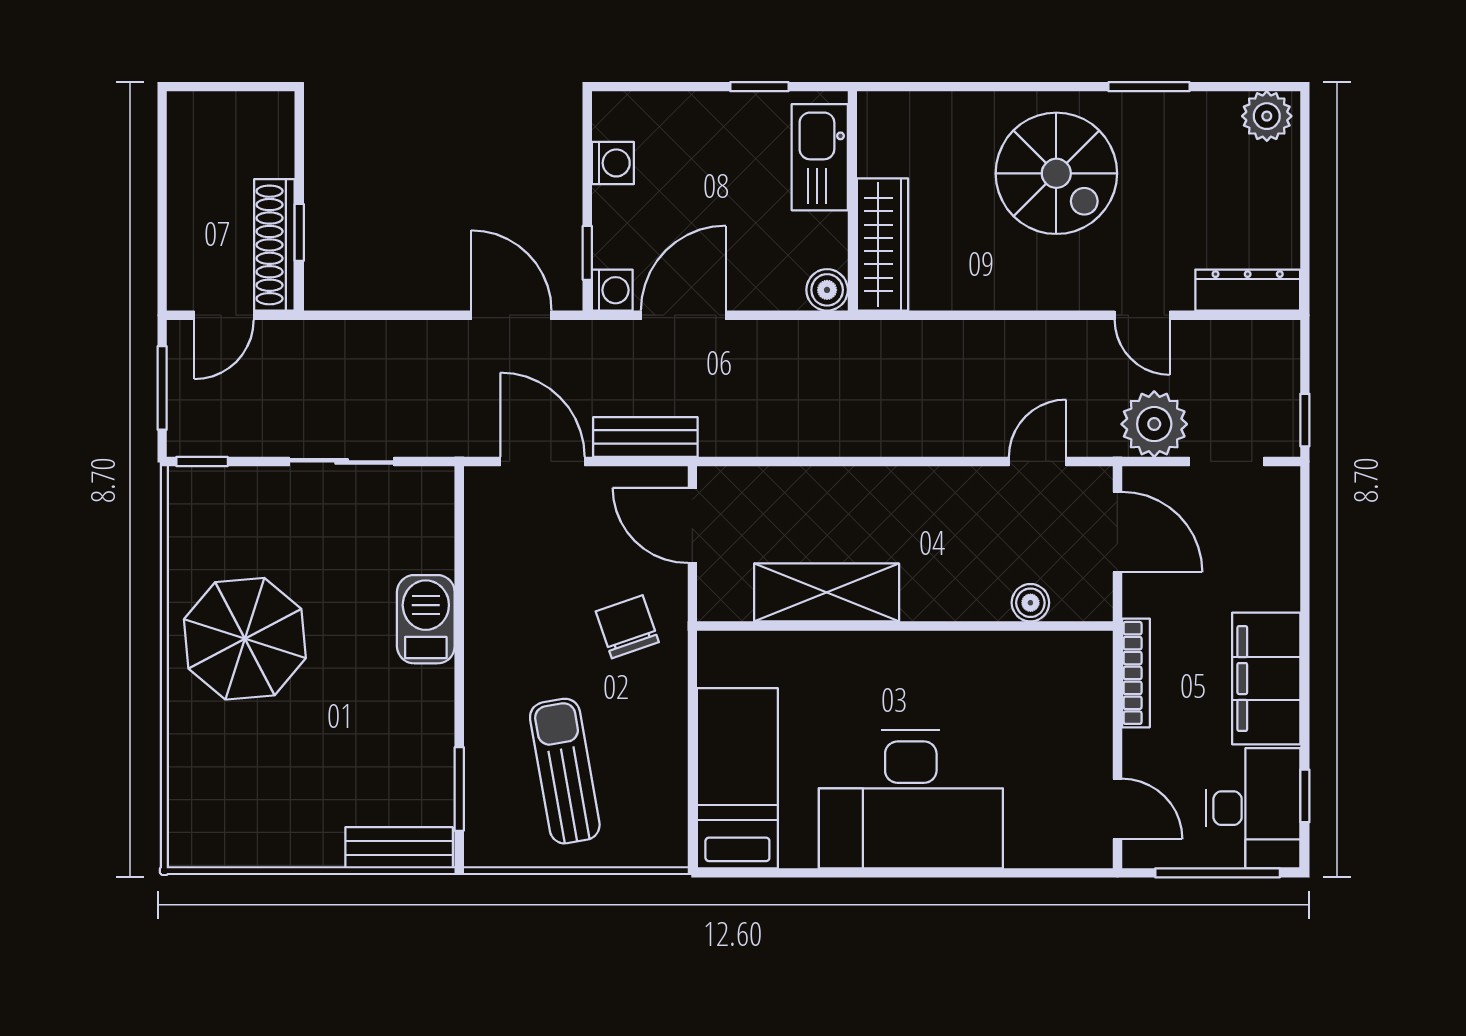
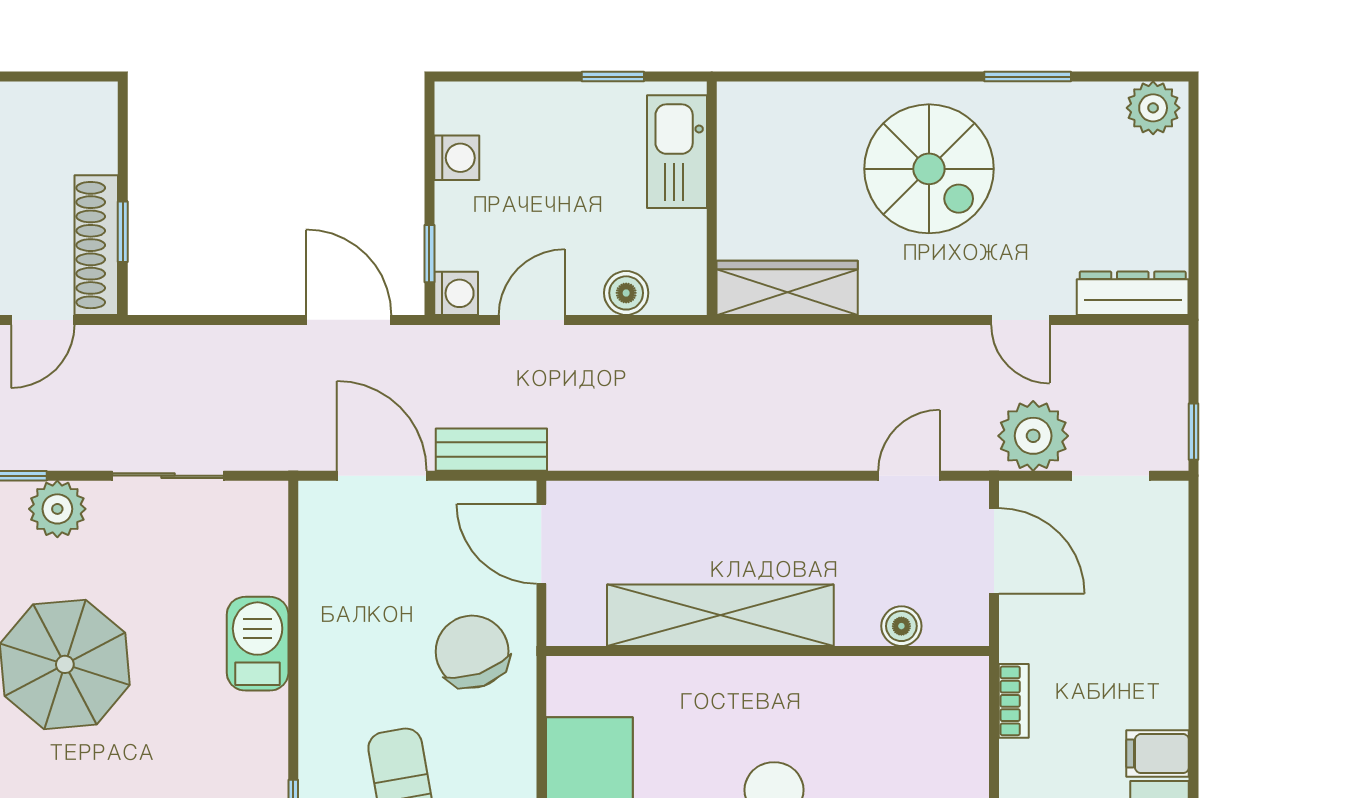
wardrobe: (882, 244) -> (787, 288), moved, turned -90
boiler: (827, 290) -> (626, 293), moved
door: (683, 315) -> (532, 320), width x0.73
plant: (238, 493) -> (57, 509), added
shelving: (827, 592) -> (720, 615), width x1.47
chair: (627, 627) -> (472, 652), width x1.37, depth x1.37
bookcase: (1136, 673) -> (1014, 701), width x0.64
filing cabinet: (1266, 679) -> (1158, 754), width x0.33, depth x0.86

